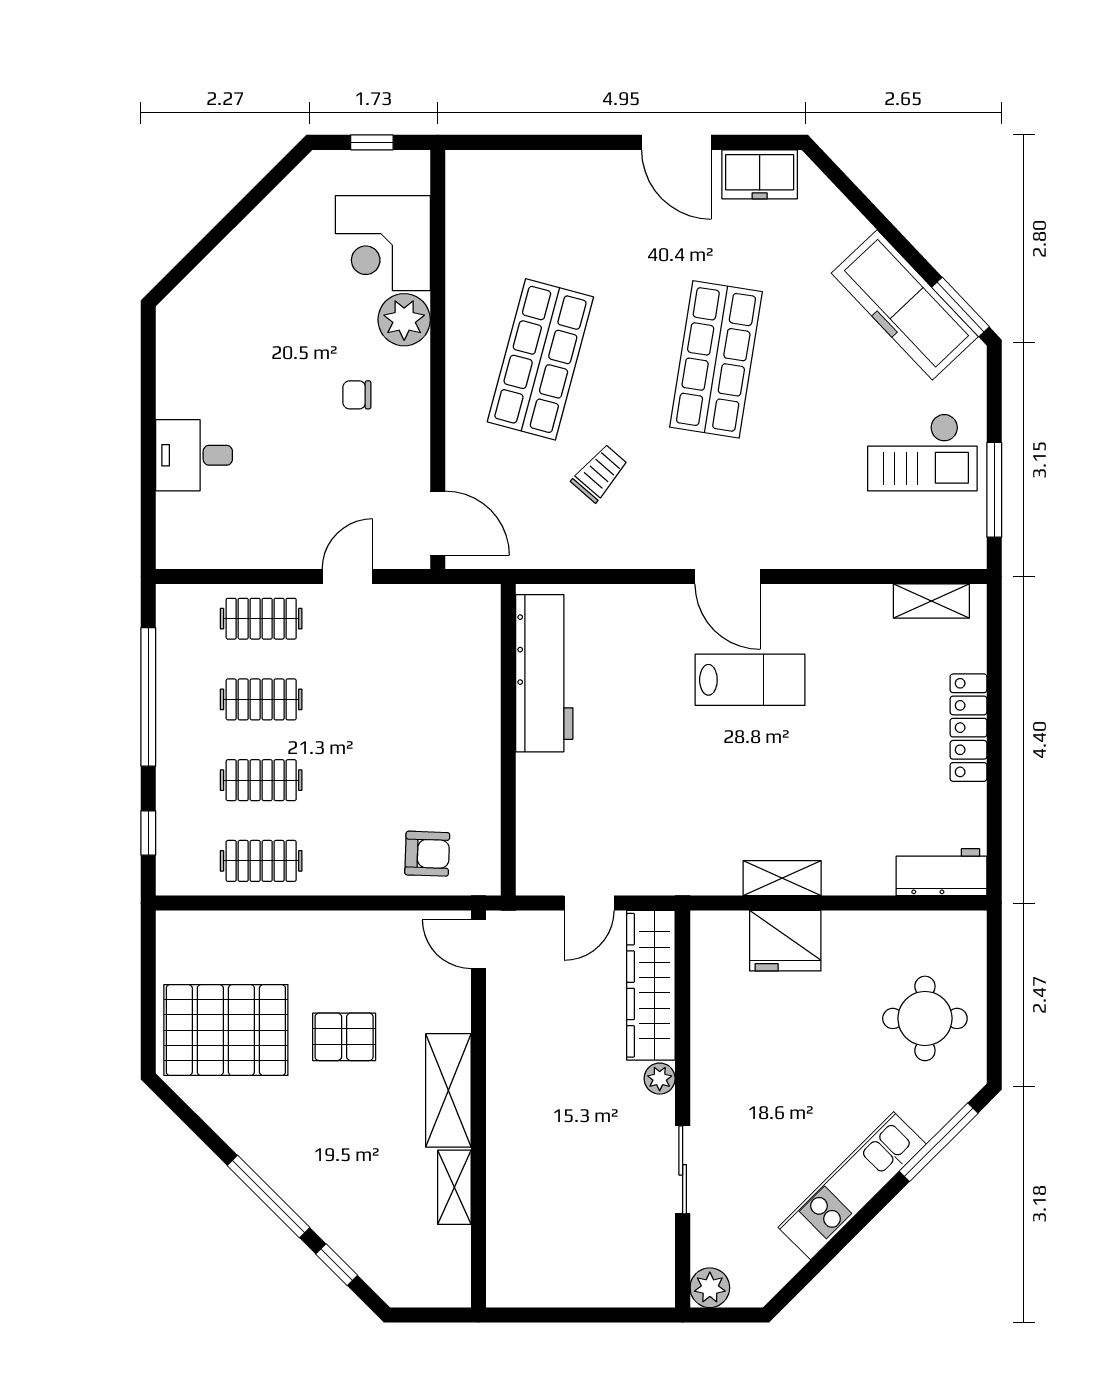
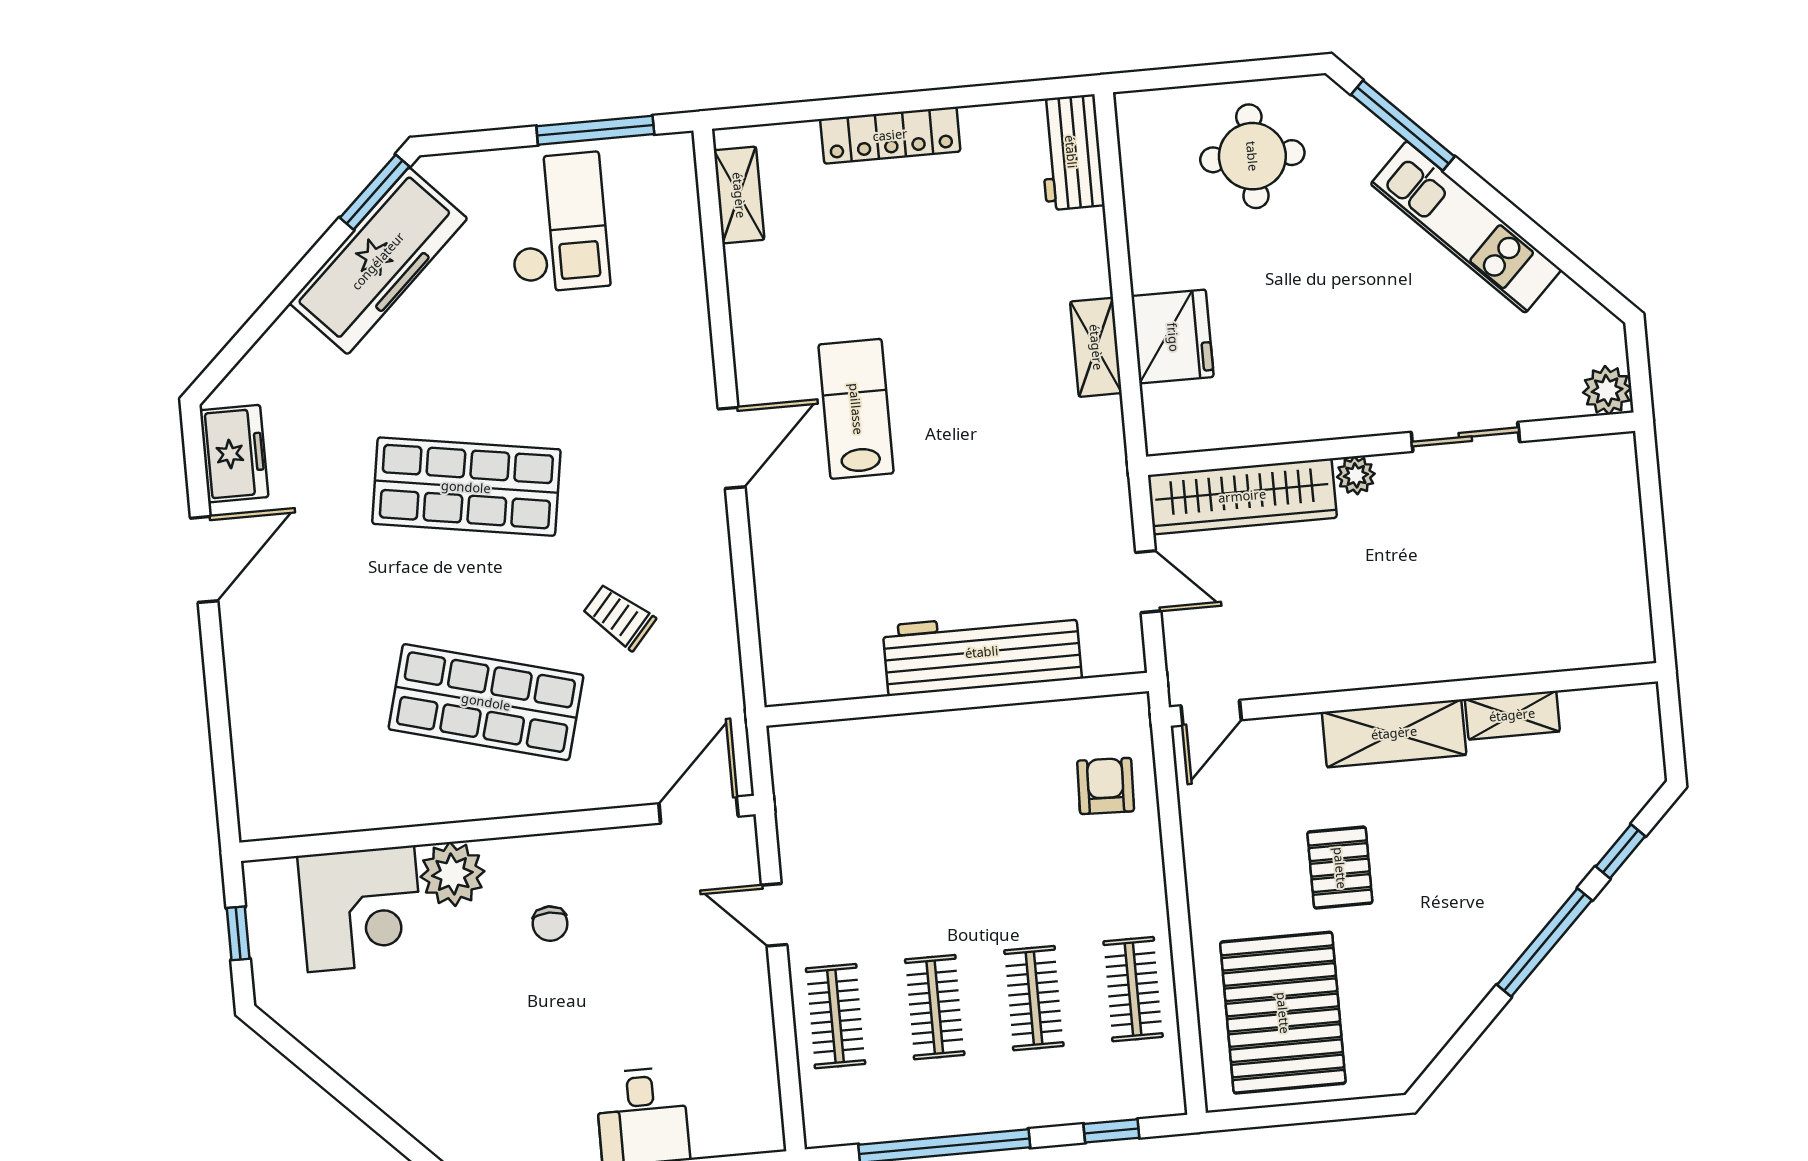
workbench: (544, 673) -> (982, 652), moved
pallet: (226, 1030) -> (1283, 1013), moved

